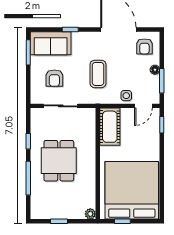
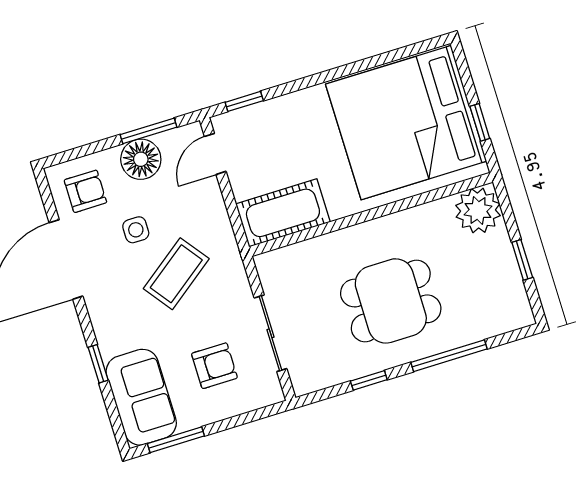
floor lamp: (155, 70) -> (141, 159), width x1.89, depth x1.89
coffee table: (98, 74) -> (176, 274), turned -37
side table: (126, 96) -> (136, 230), moved
door: (143, 106) -> (215, 154), swing flipped
plant: (90, 214) -> (478, 210), width x1.87, depth x1.87

